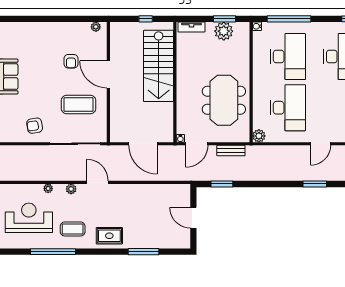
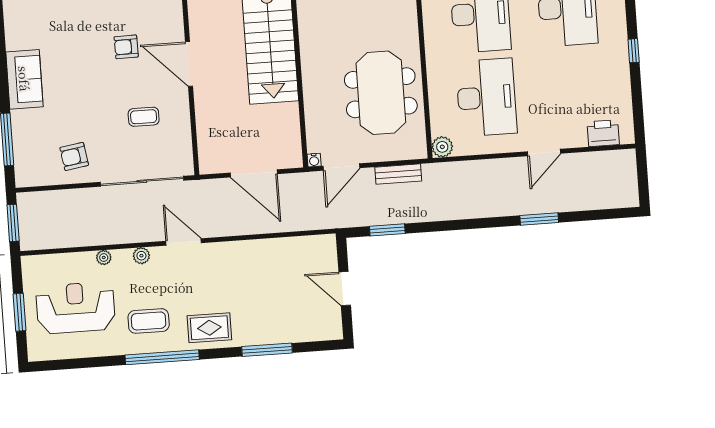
armchair: (71, 61) -> (126, 47), turned 89
coffee table: (79, 104) -> (144, 117), width x0.54, depth x0.58
window: (53, 252) -> (162, 357), moved

